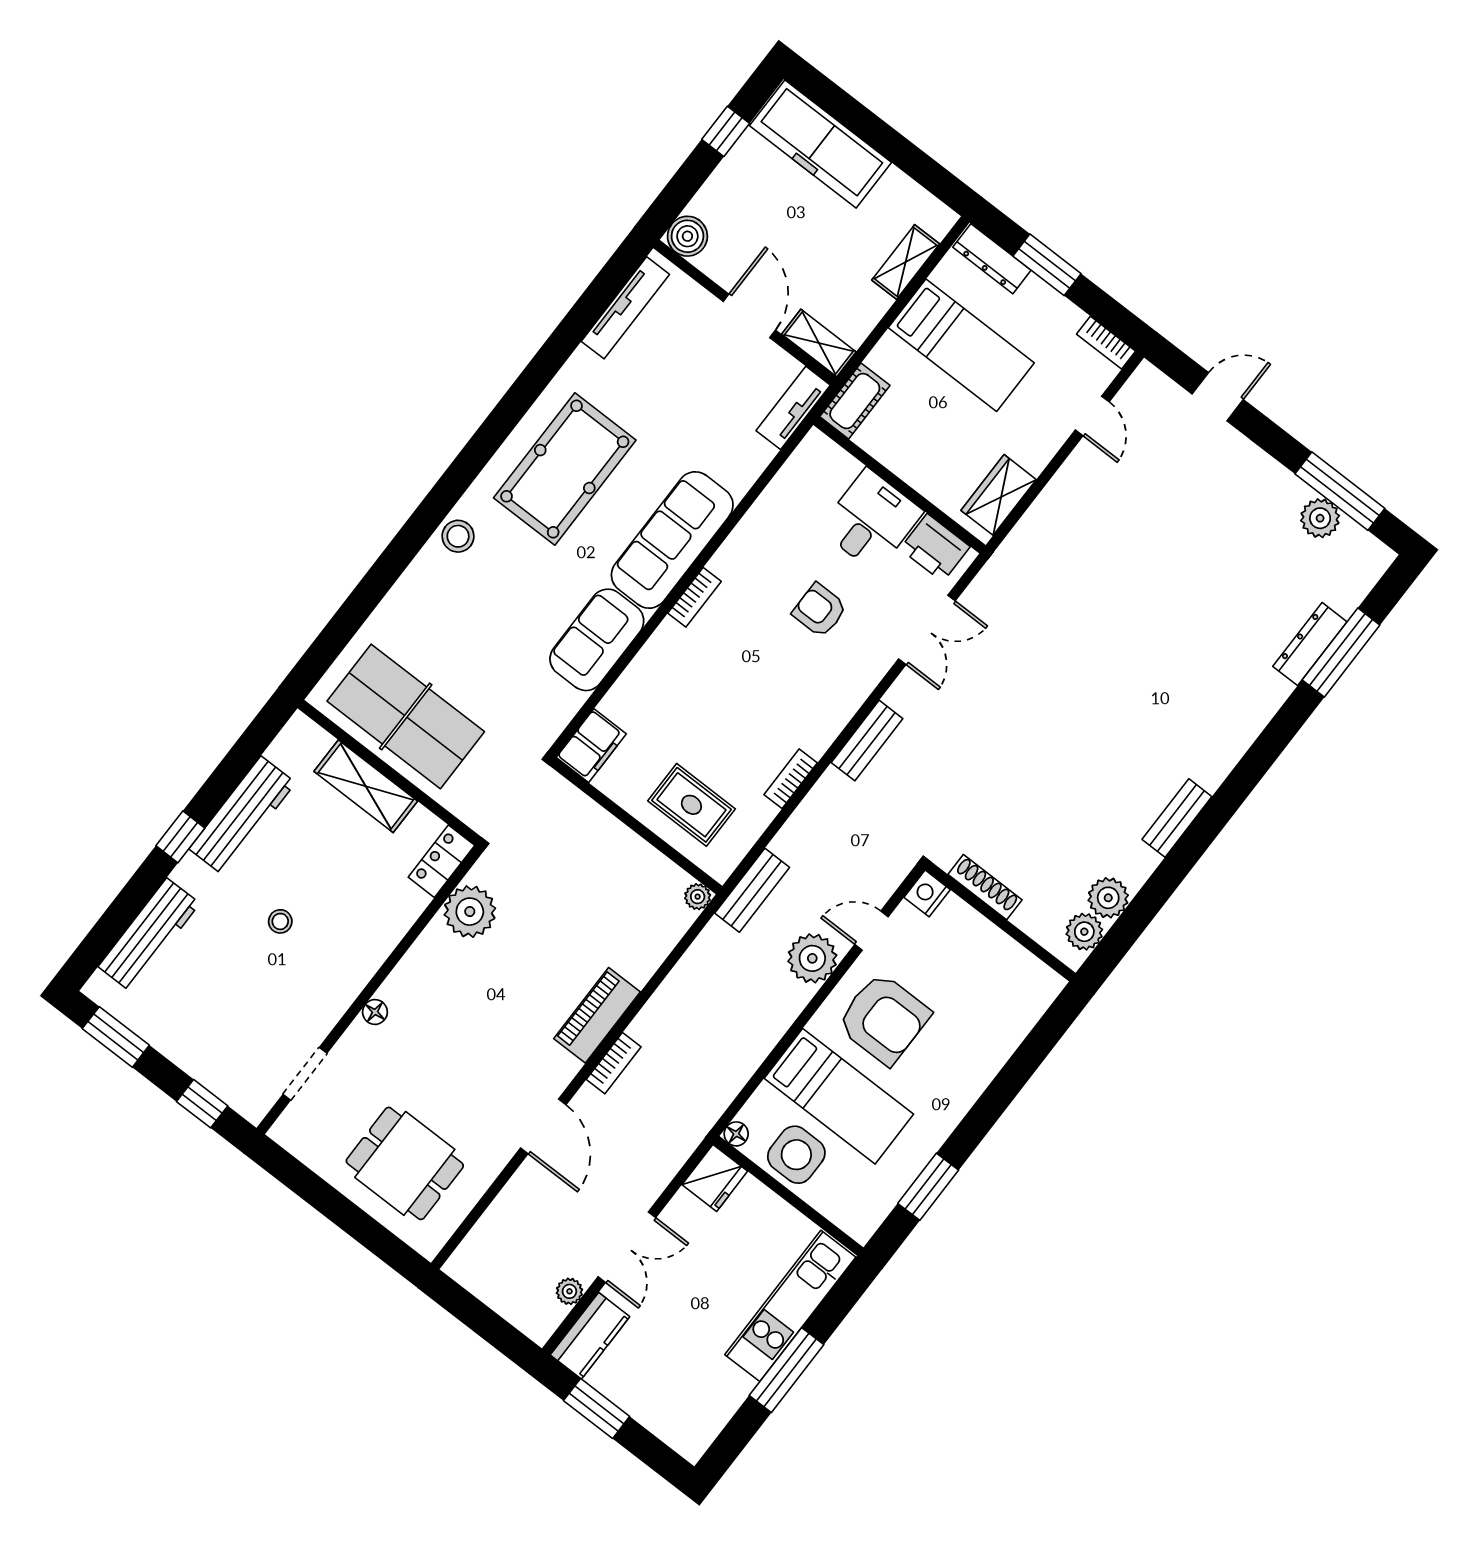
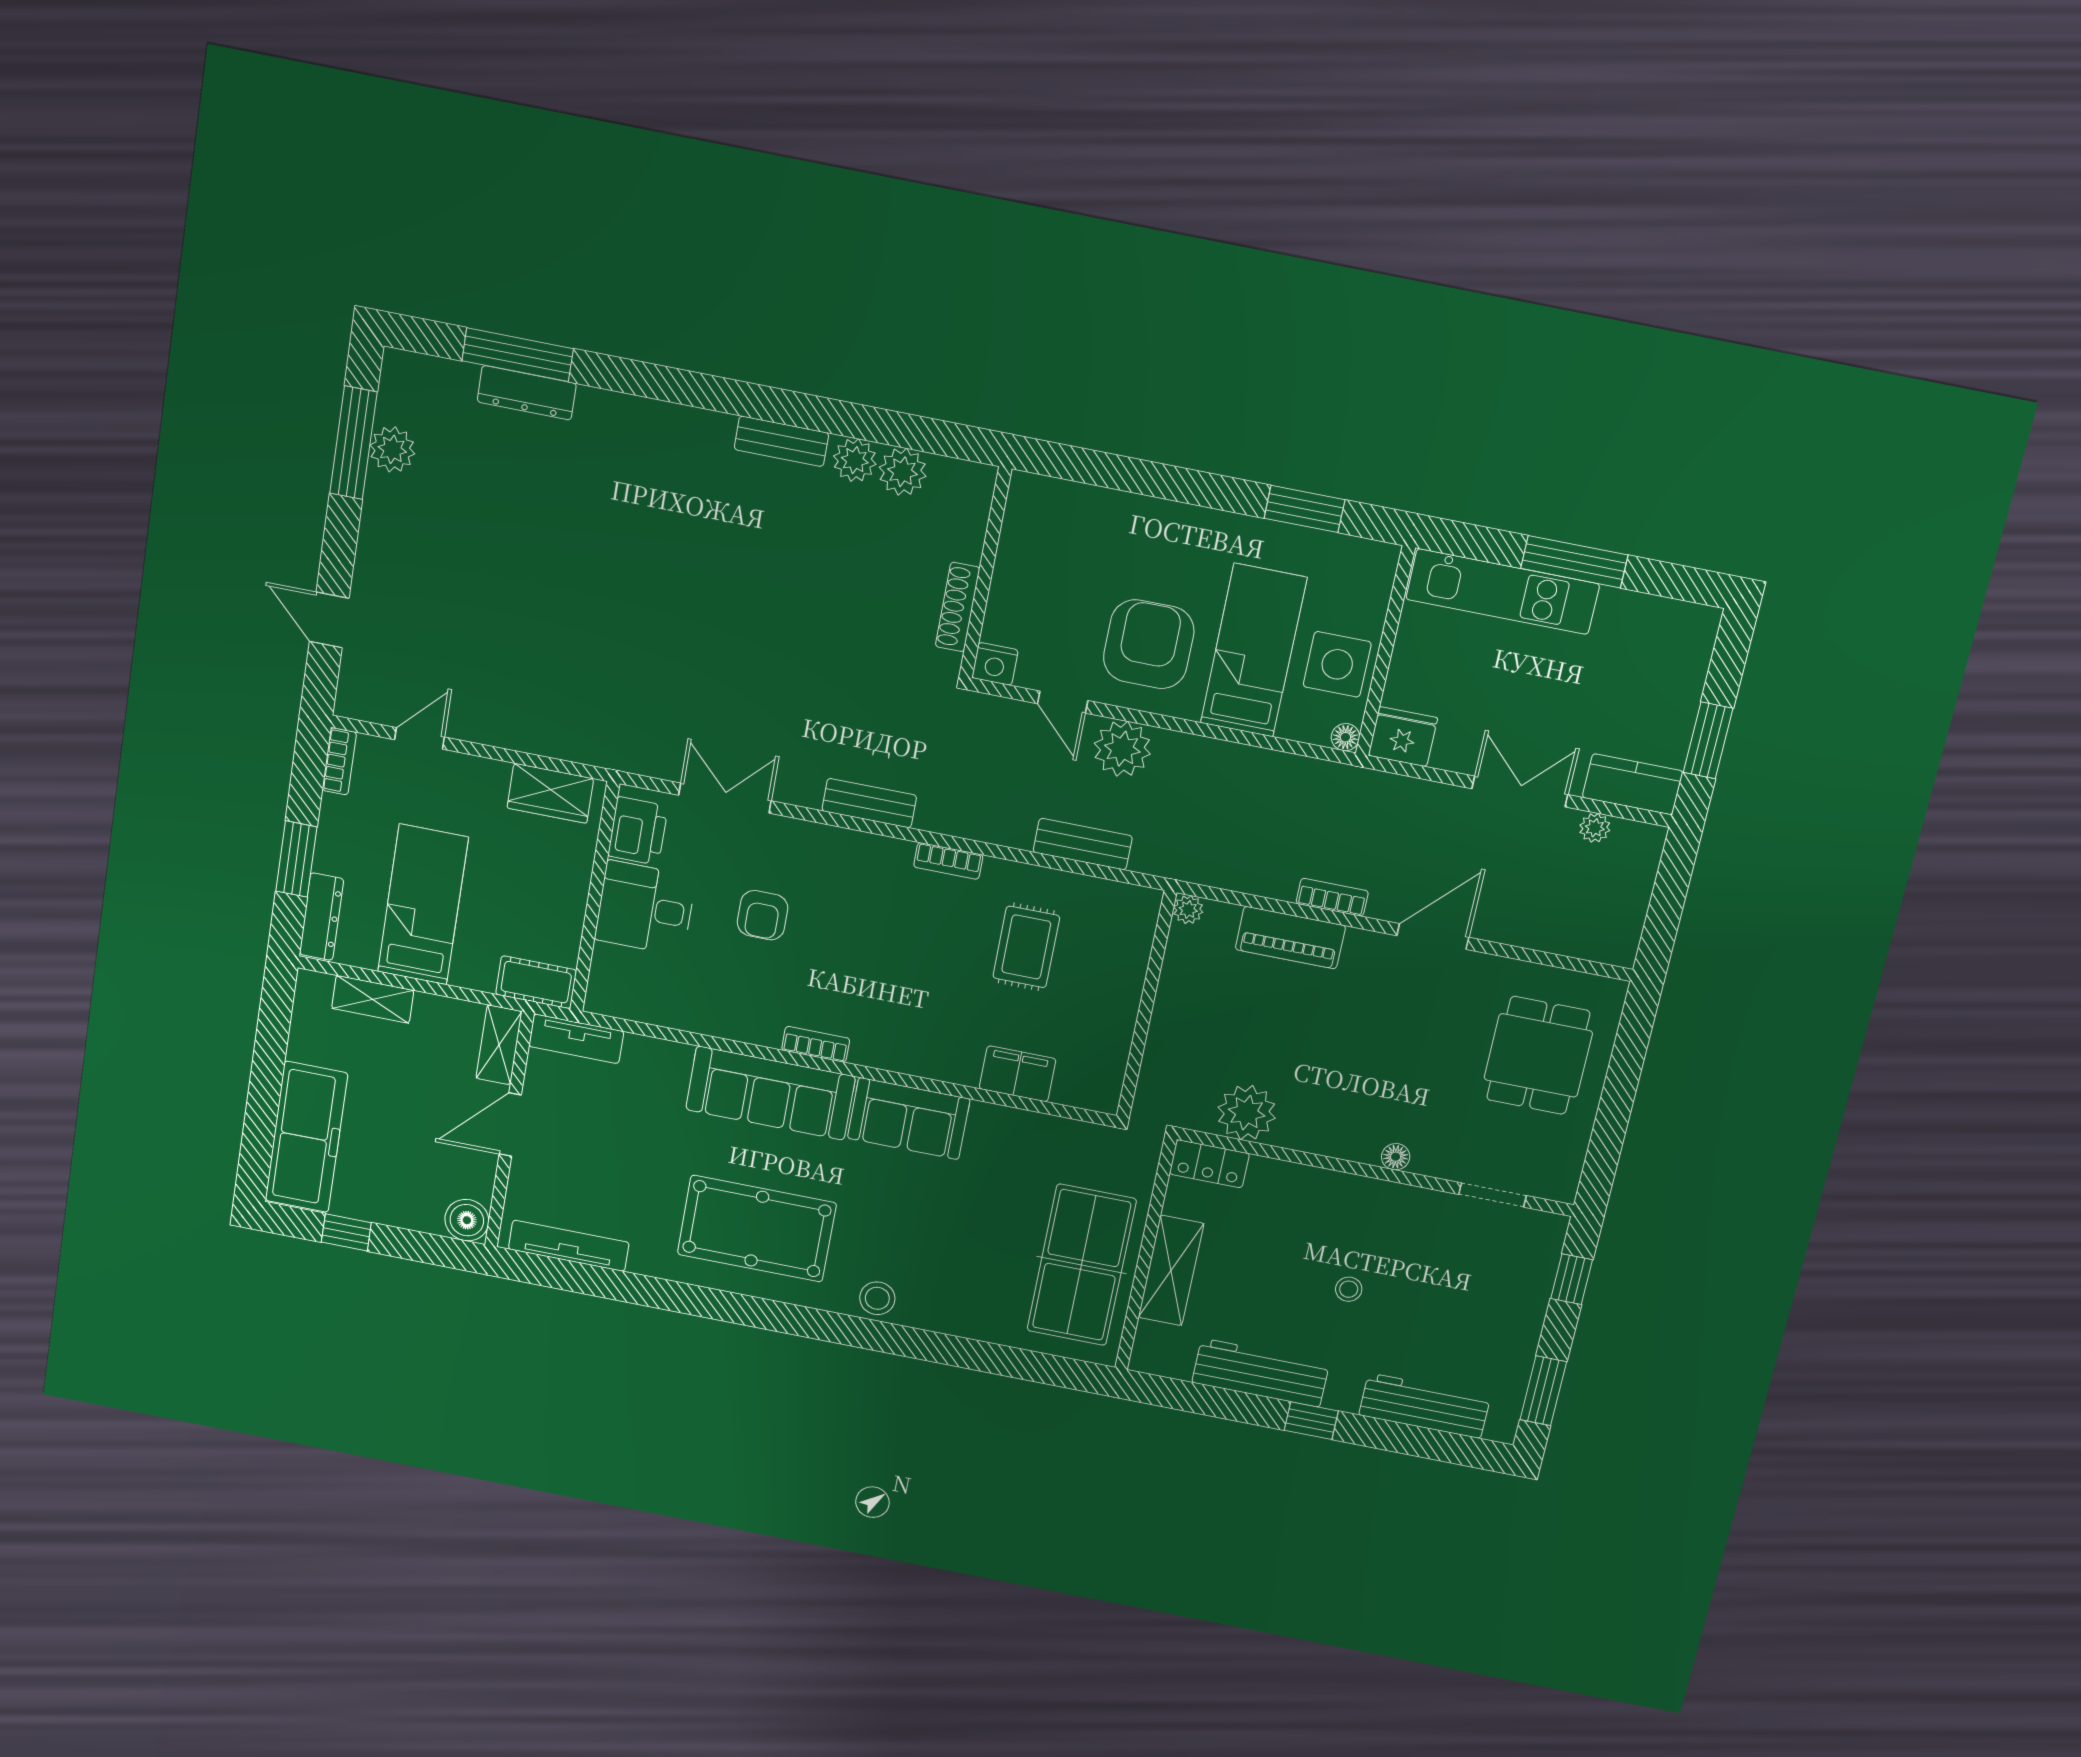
wall: (636, 826) -> (1147, 1005), moved
plant: (698, 897) -> (1188, 910), moved
plant: (1084, 932) -> (855, 460), moved

